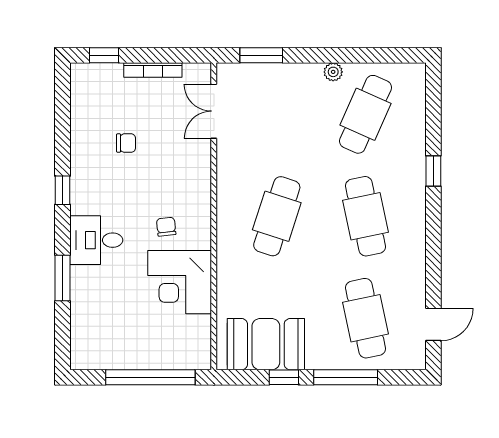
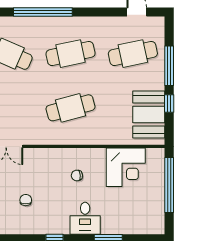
window: (433, 171) -> (43, 12), width x3.17
cafe table: (277, 216) -> (71, 108), turned -33
corner desk: (180, 282) -> (126, 167), moved

